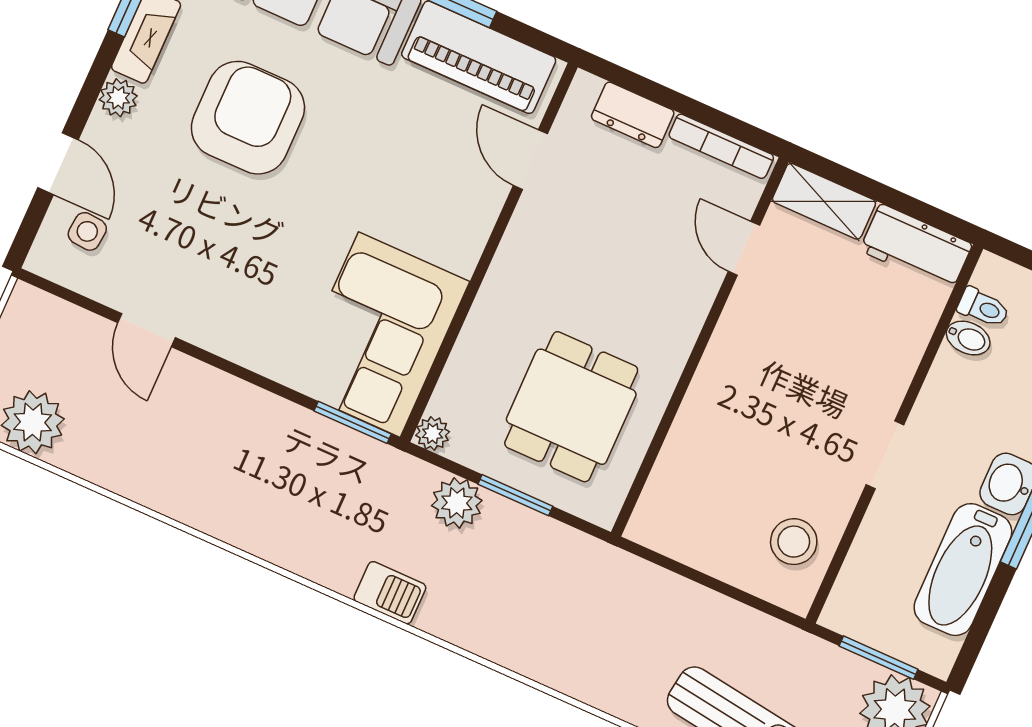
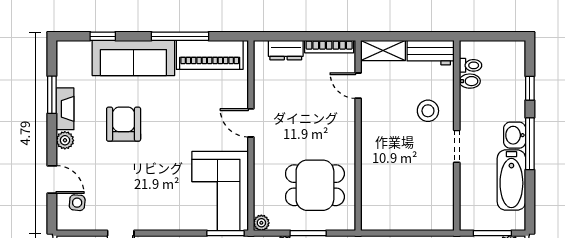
armchair: (248, 118) -> (124, 124), width x0.73, depth x0.73
door: (530, 160) -> (251, 123), moved
dining table: (571, 407) -> (315, 185), turned 90
stool: (794, 542) -> (428, 111), moved

